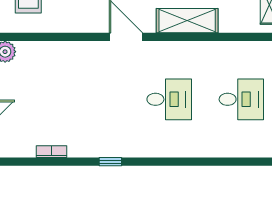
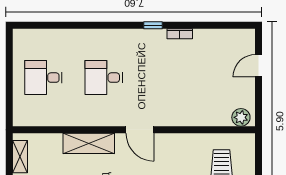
bookcase: (51, 152) -> (180, 34), moved

